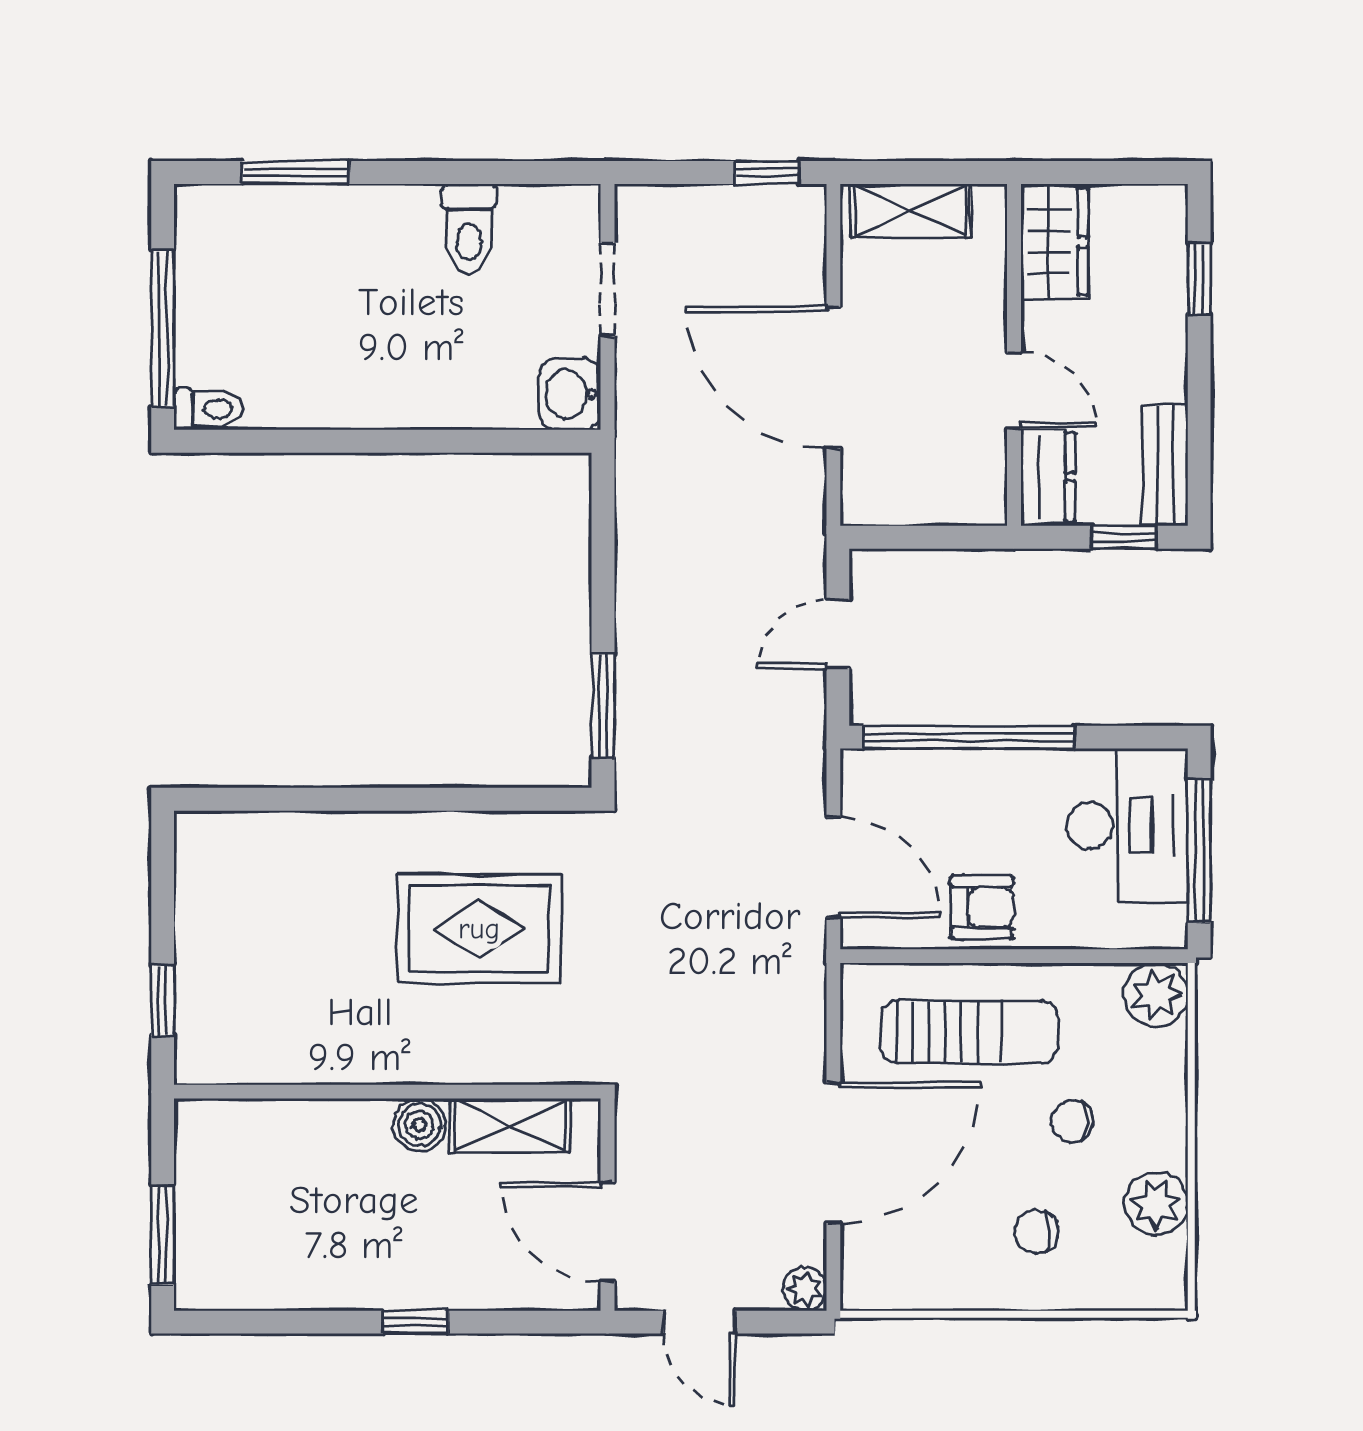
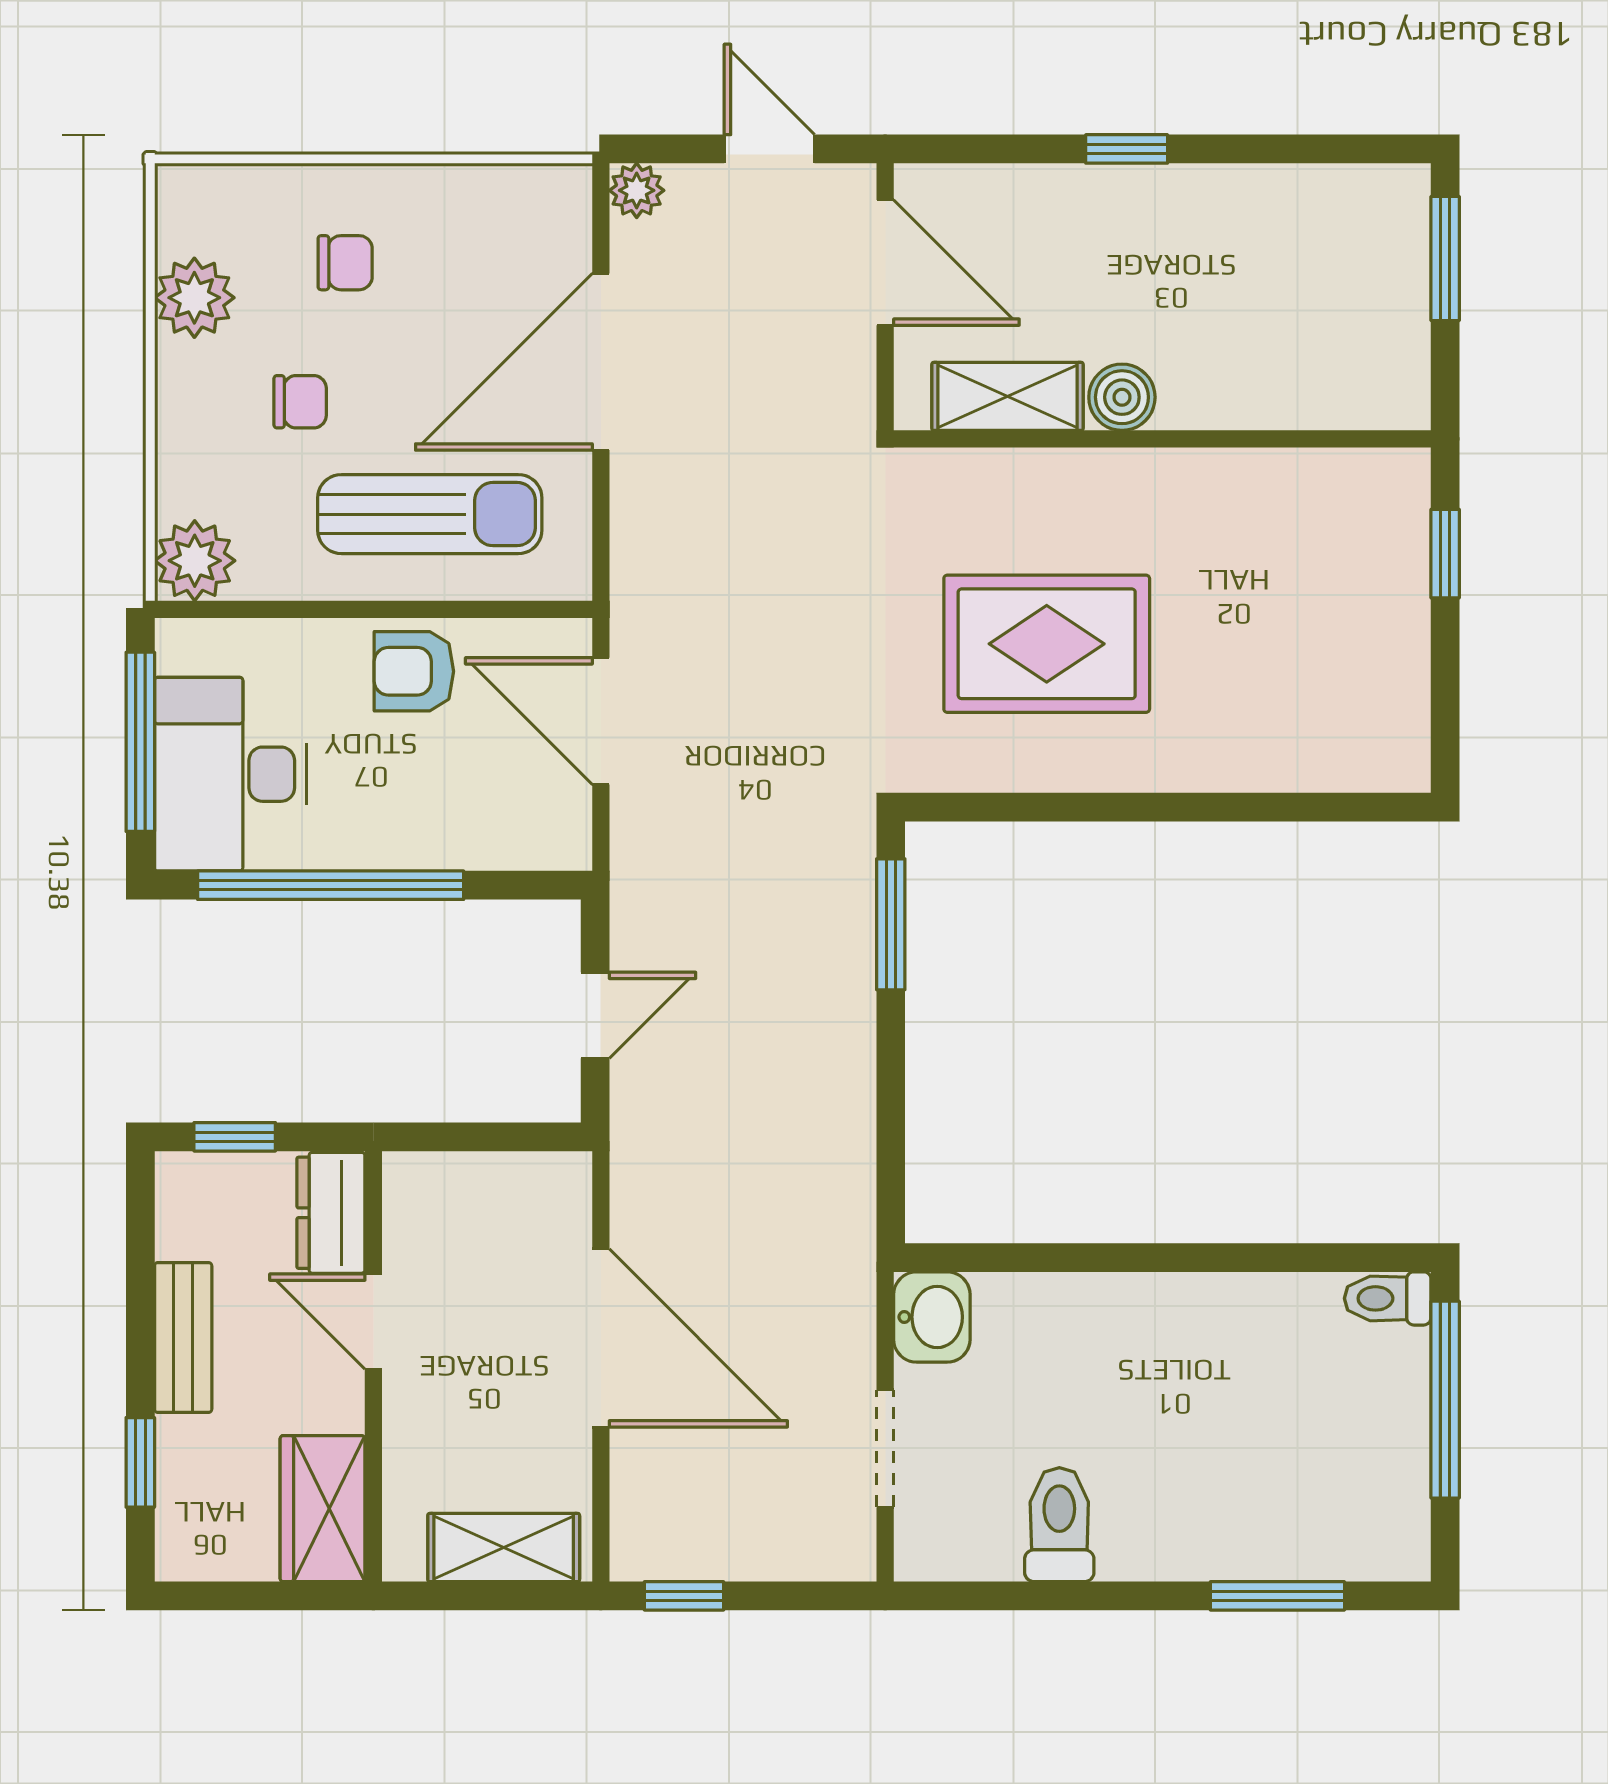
bench: (1165, 465) -> (183, 1338), moved
window: (969, 737) -> (331, 885), moved
sun lounger: (969, 1032) -> (430, 514), turned 180

